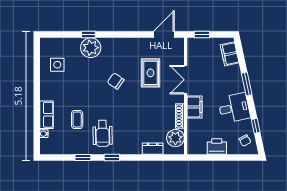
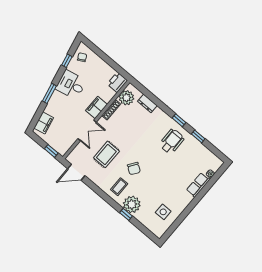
coffee table: (77, 120) -> (119, 187), moved
printer: (217, 147) -> (117, 82), moved, turned 90

